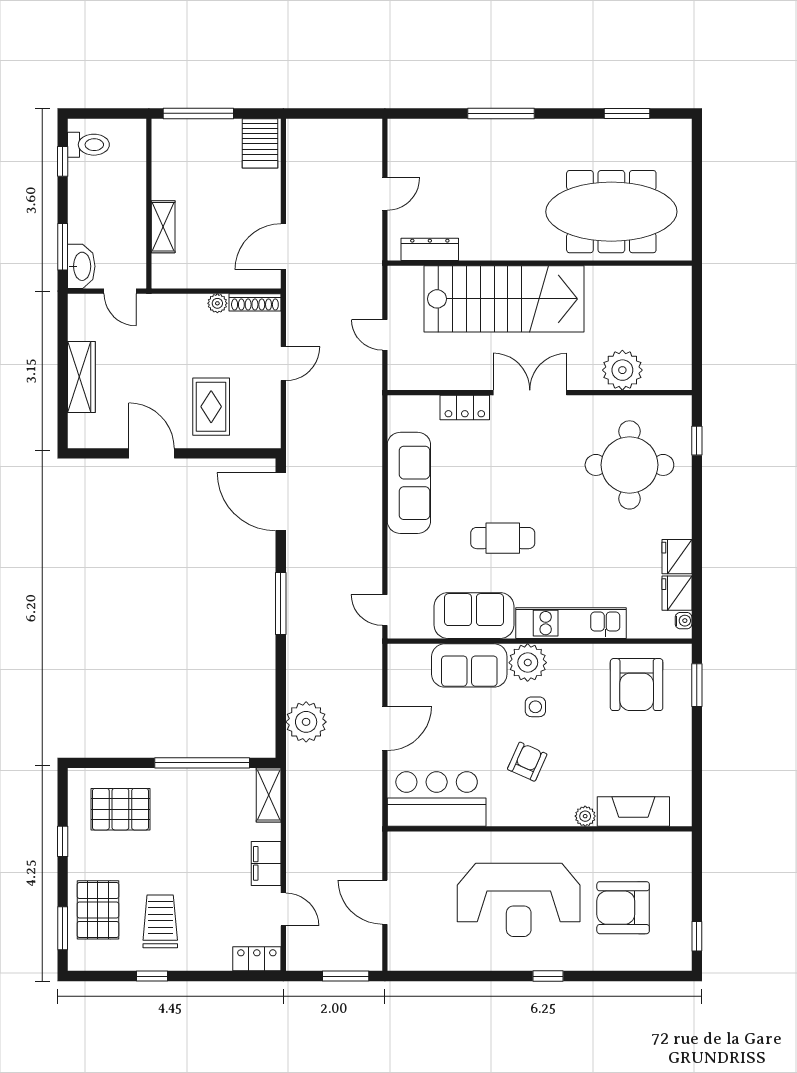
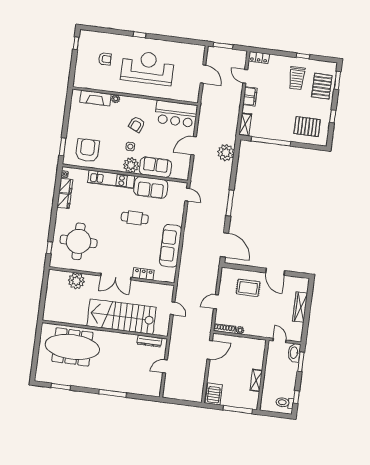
shelving: (163, 227) -> (256, 380), moved
rug: (211, 407) -> (248, 288), turned 90
armchair: (623, 908) -> (105, 59), width x0.53, depth x0.53

